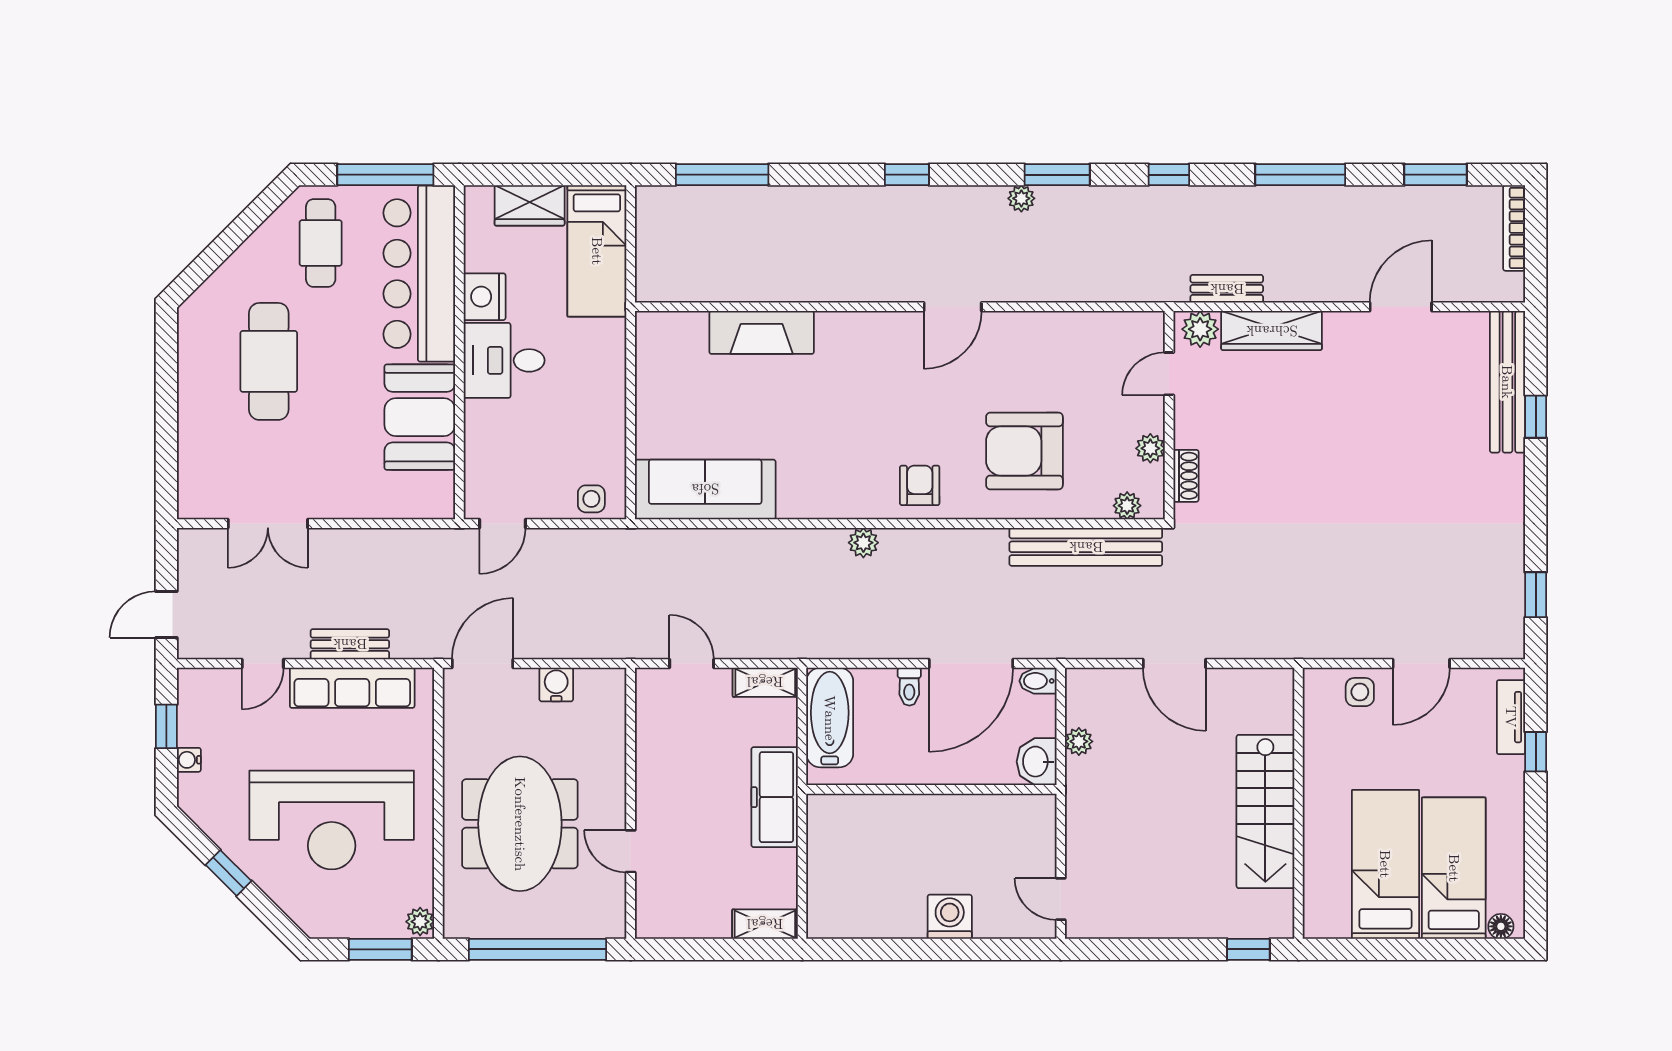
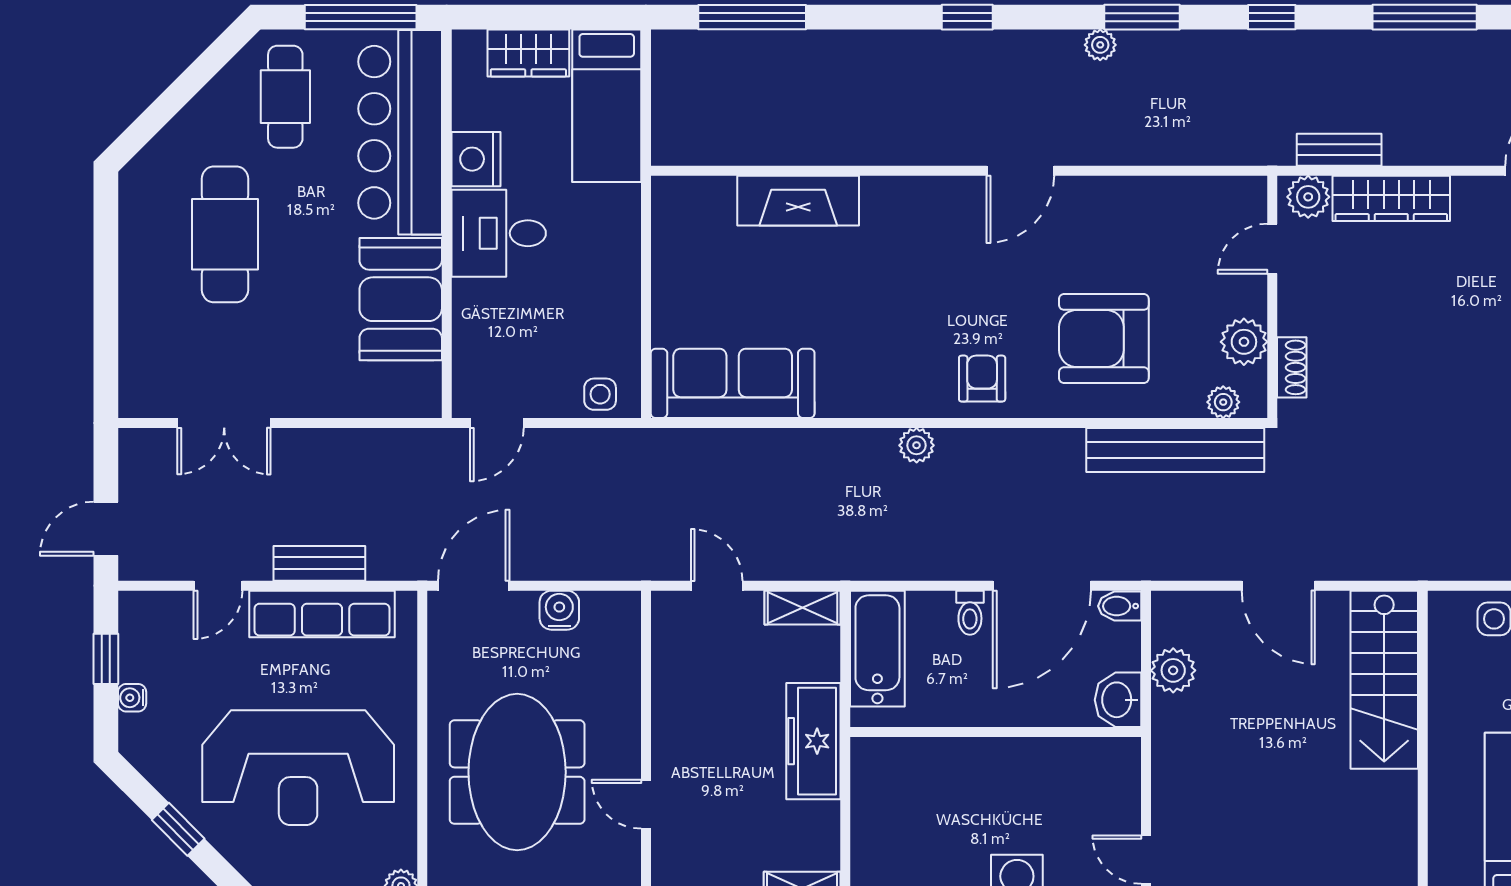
plant: (1150, 448) -> (1244, 342), width x1.38, depth x1.38
plant: (1079, 741) -> (1173, 670), width x1.38, depth x1.38
stairs: (1265, 811) -> (1384, 680), moved

